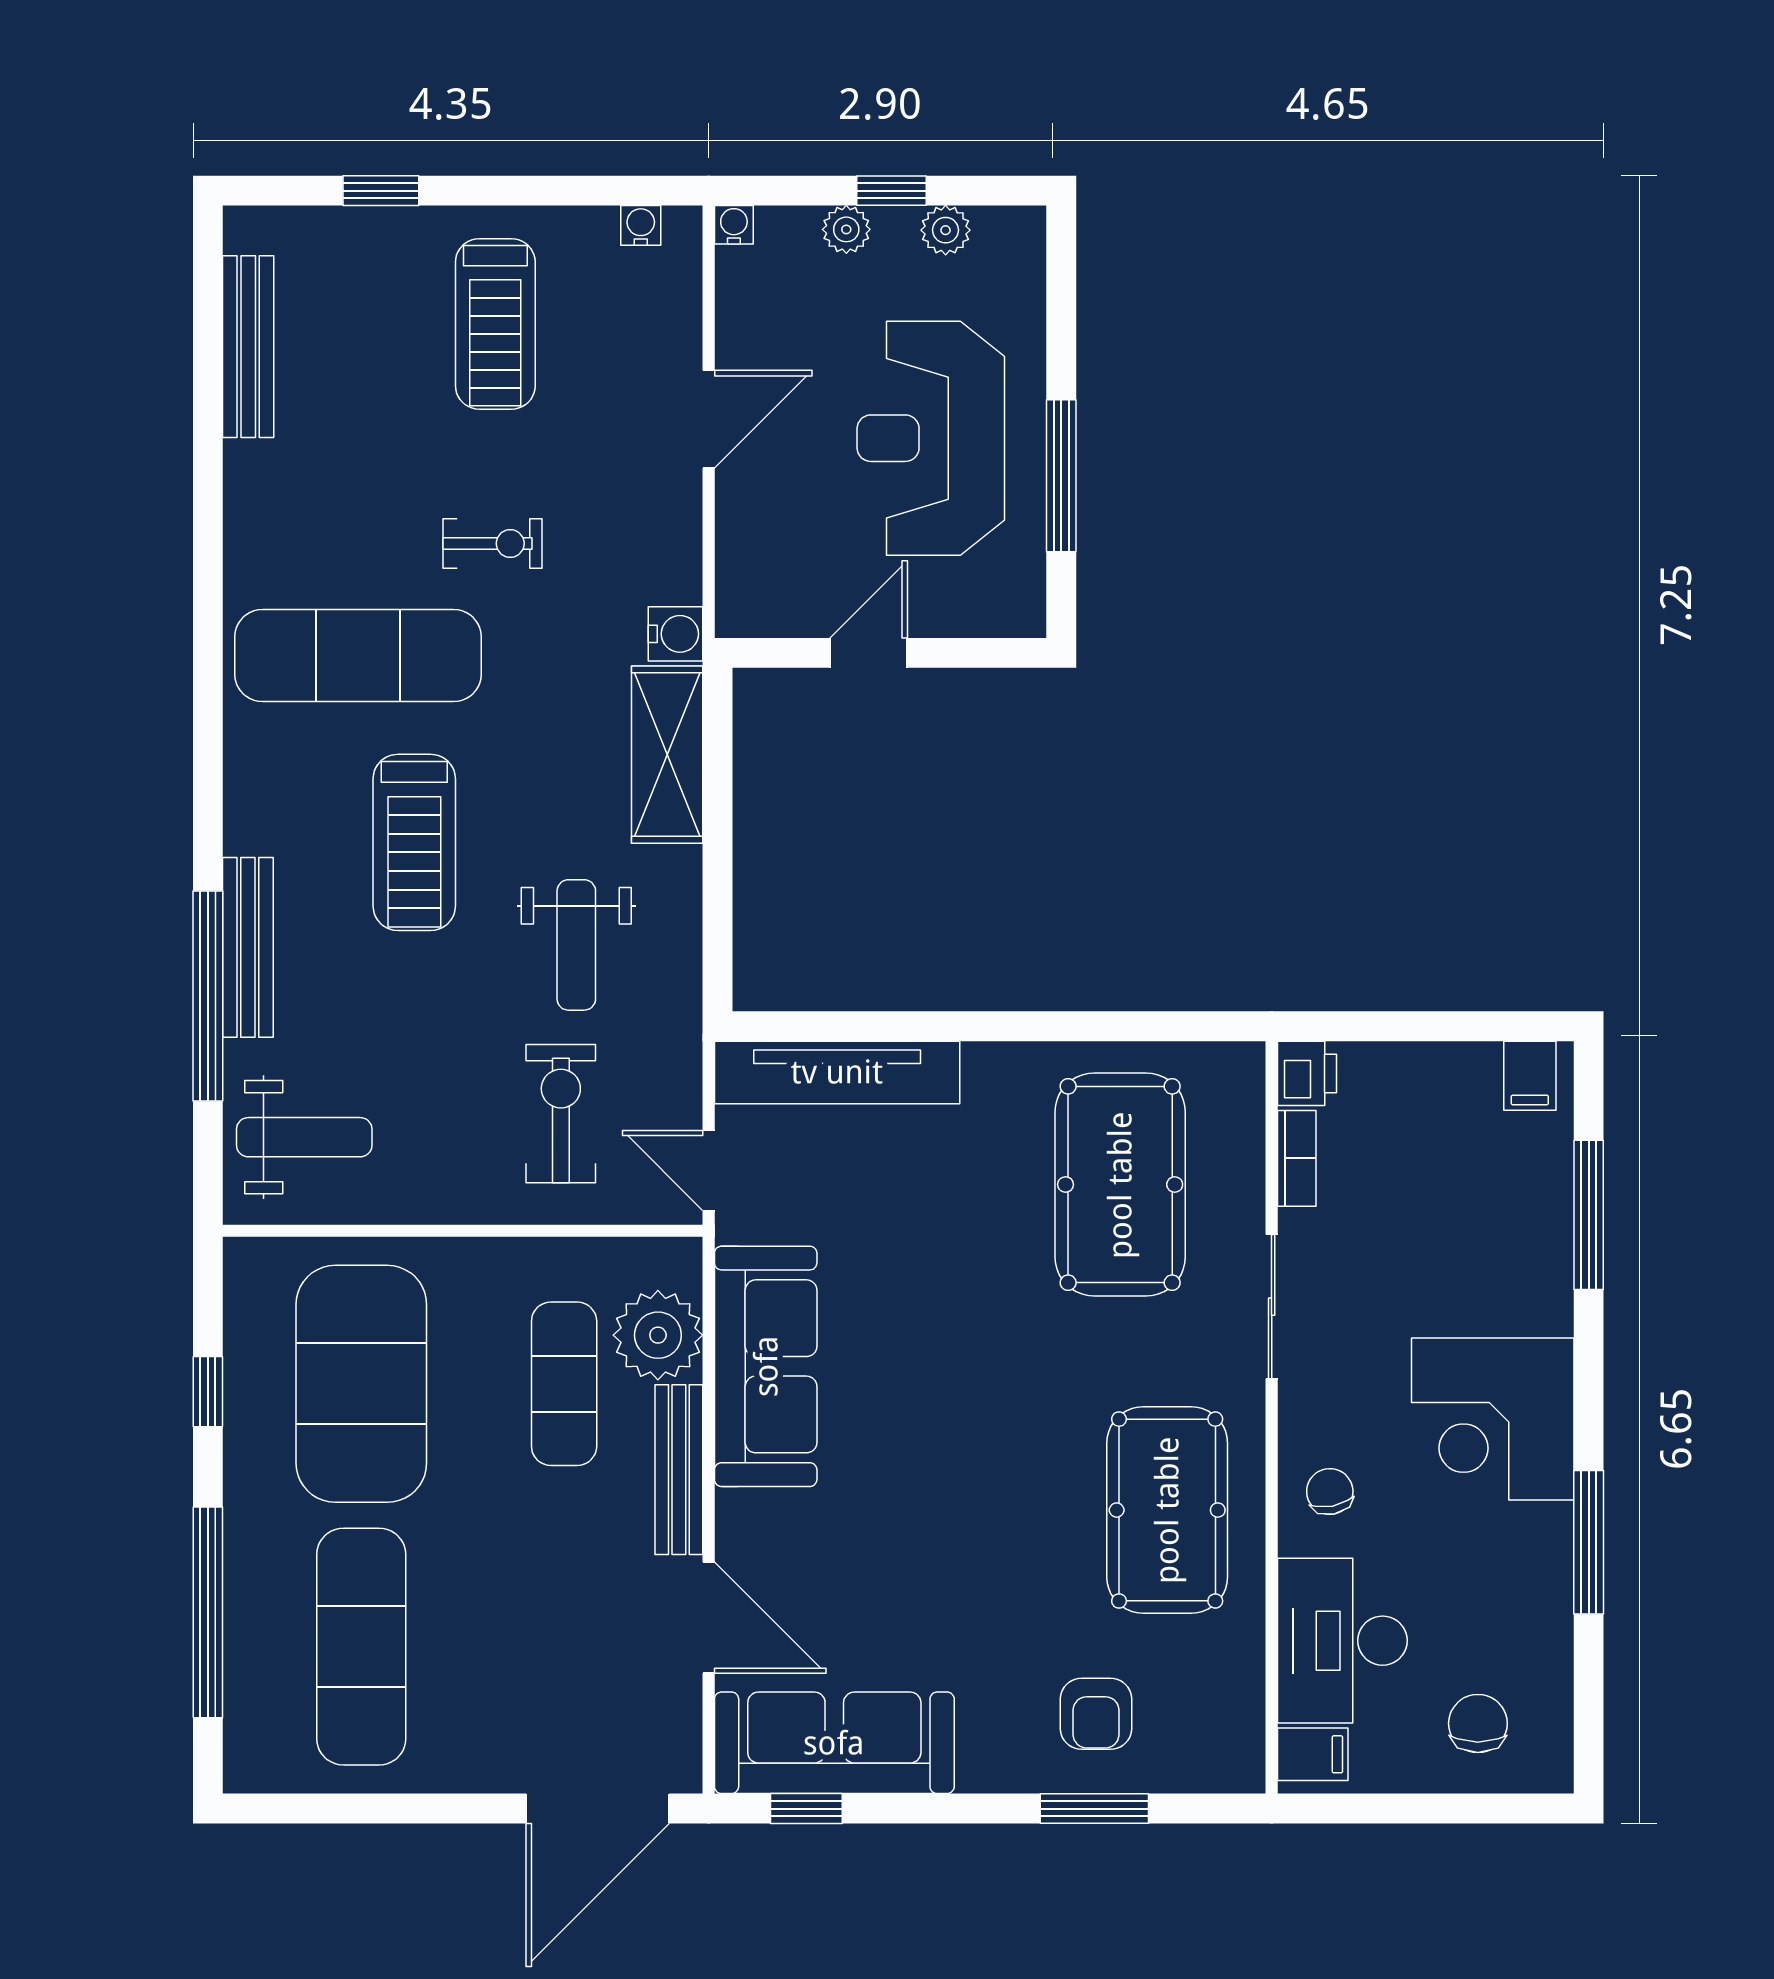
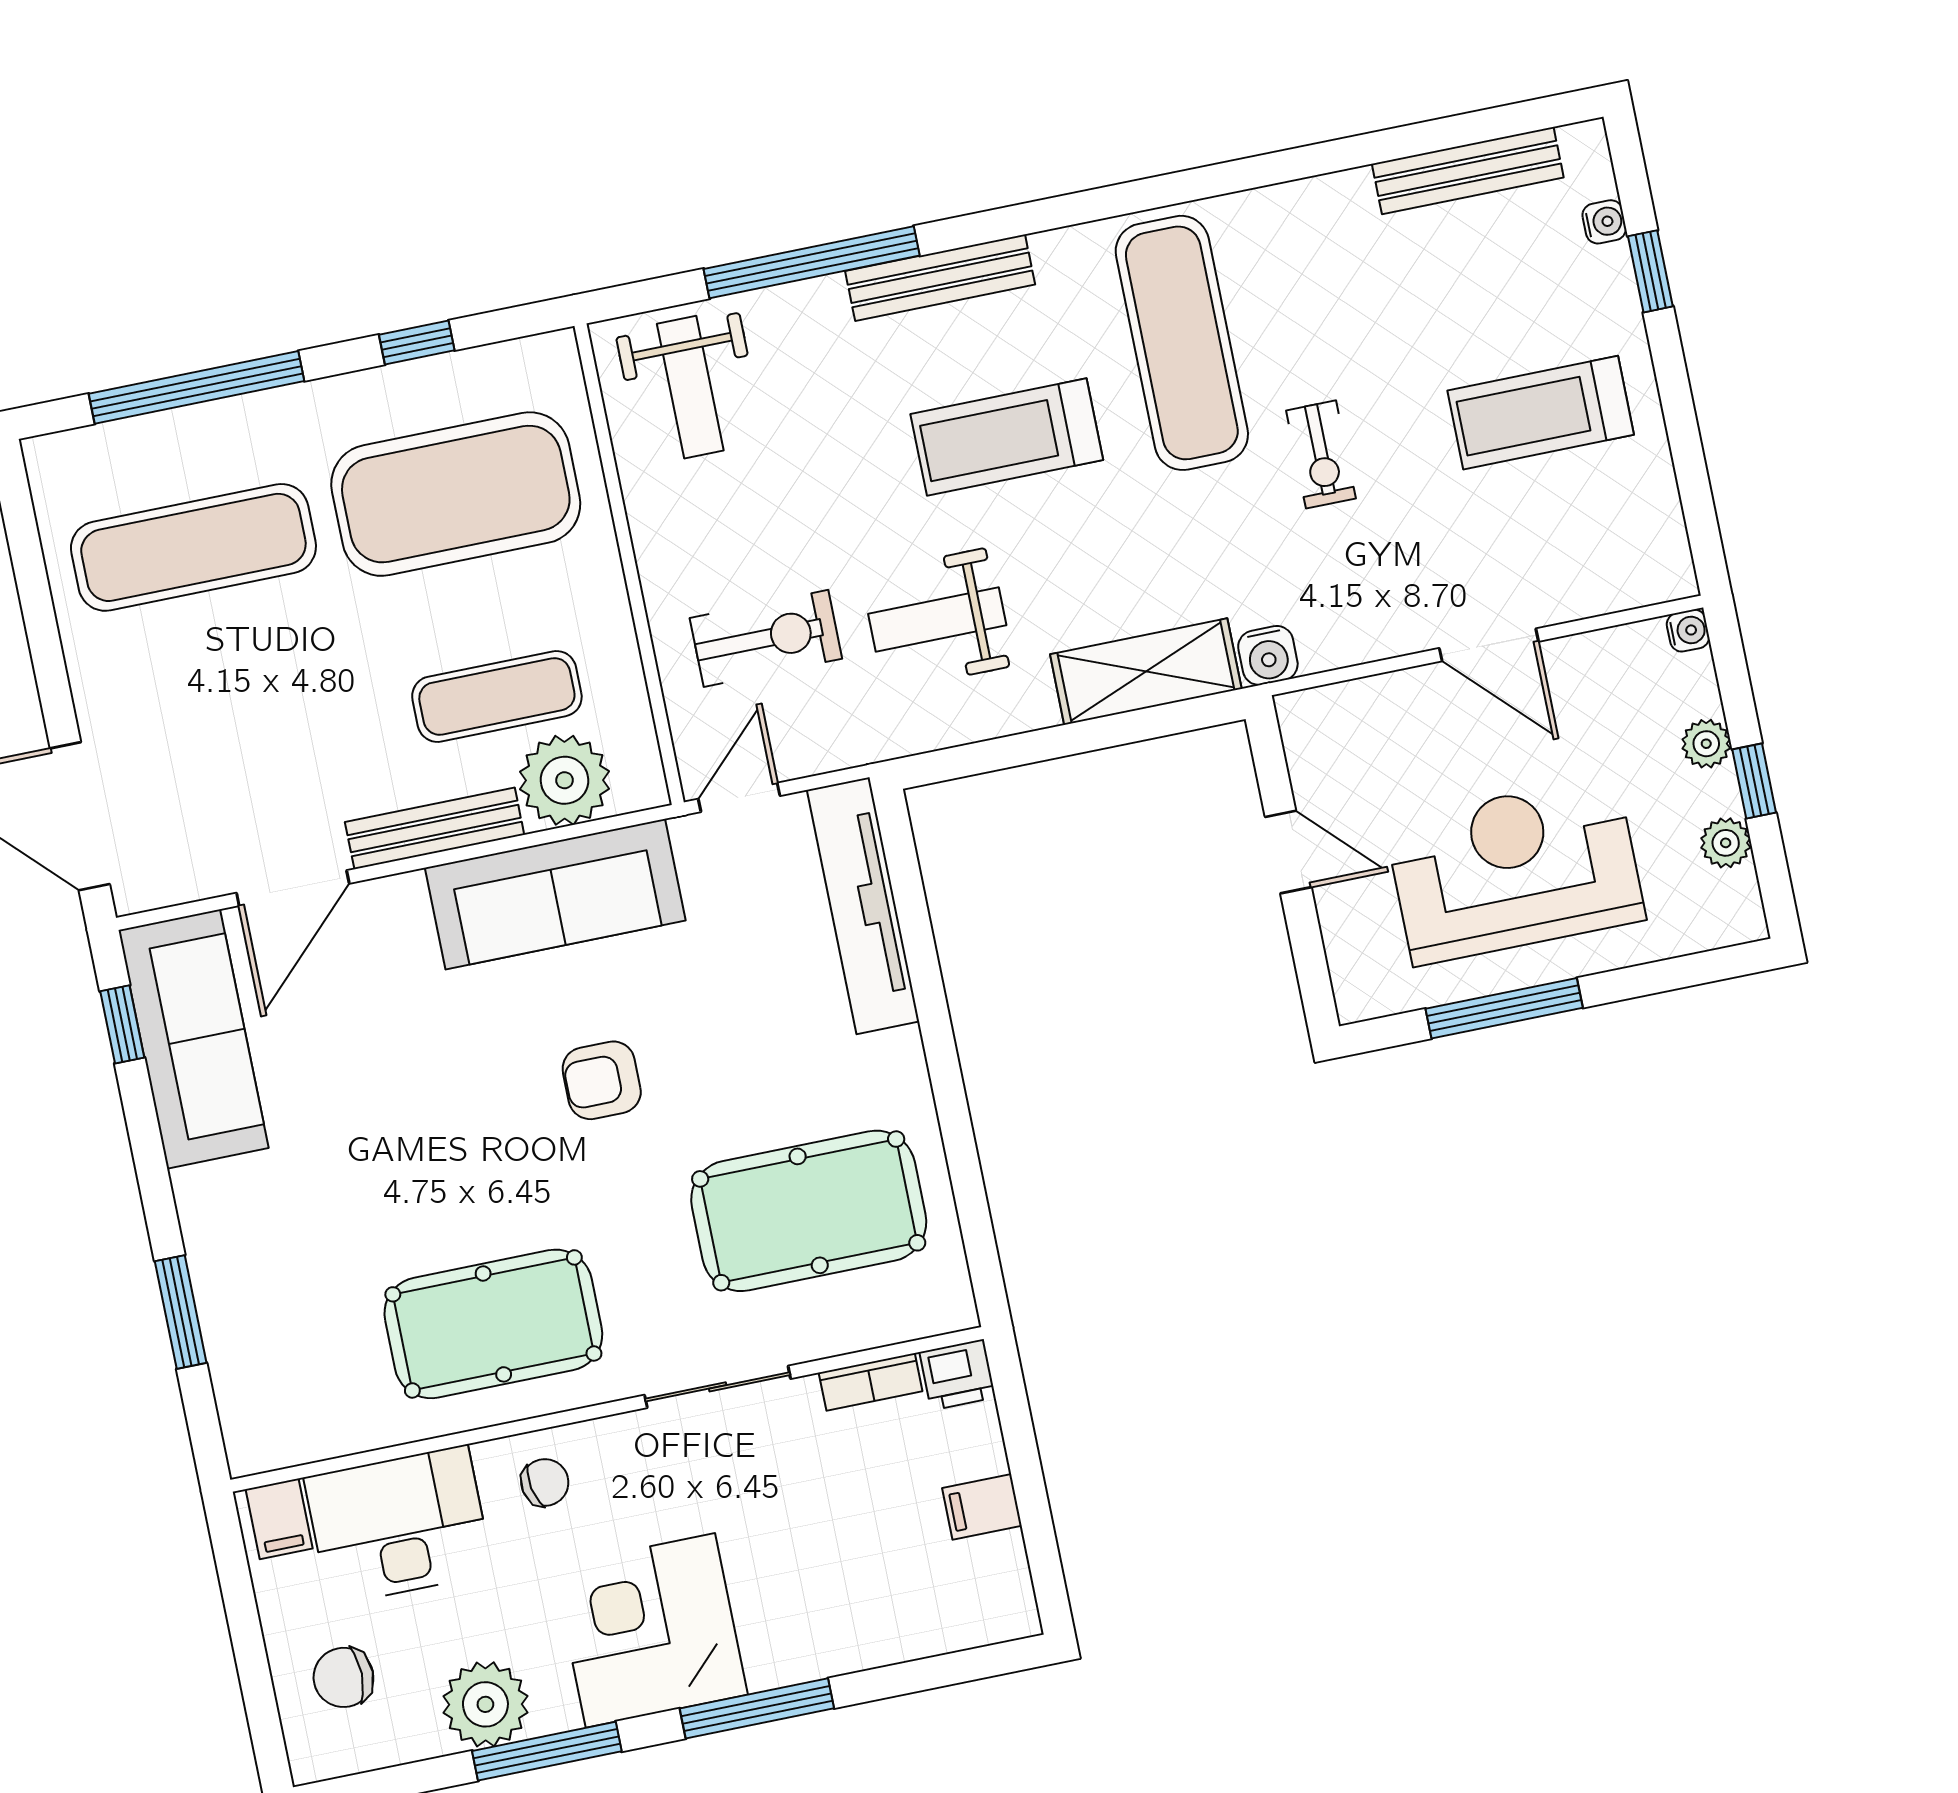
water cooler: (641, 225) -> (1604, 222), moved
bench: (248, 947) -> (940, 278), moved
filing cabinet: (1530, 1076) -> (982, 1507), moved
window: (1589, 1215) -> (757, 1708), moved
plant: (1532, 1592) -> (485, 1704), added
armchair: (1096, 1714) -> (602, 1080), moved
chair: (1478, 1723) -> (343, 1677), turned 180

